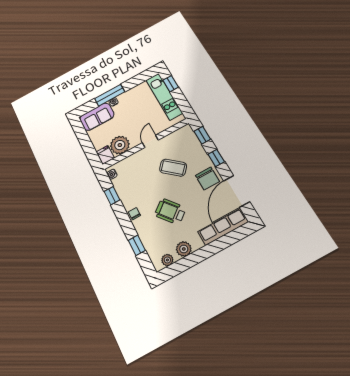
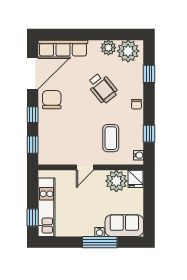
coffee table: (173, 168) -> (111, 138), moved, turned 49
plant: (167, 260) -> (128, 51), width x1.88, depth x1.88

